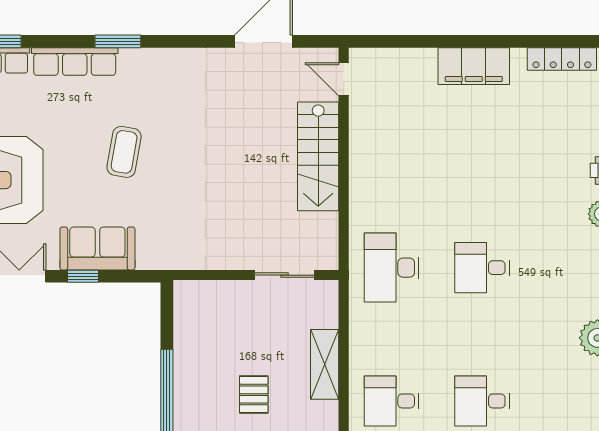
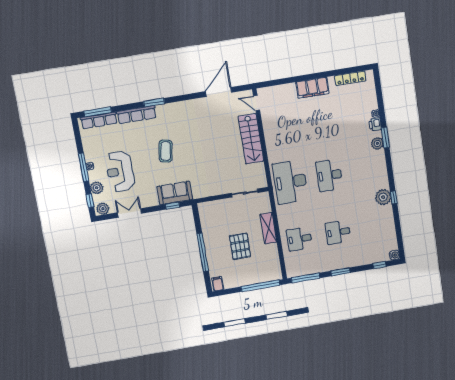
sofa: (97, 248) -> (175, 193), moved
desk: (391, 268) -> (290, 182), width x1.36, depth x1.30
desk: (482, 268) -> (329, 175), width x1.37
window: (83, 276) -> (173, 206), moved
pallet: (254, 395) -> (240, 246), width x1.50, depth x1.42

